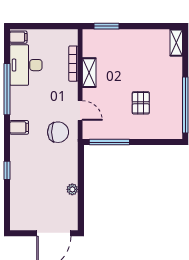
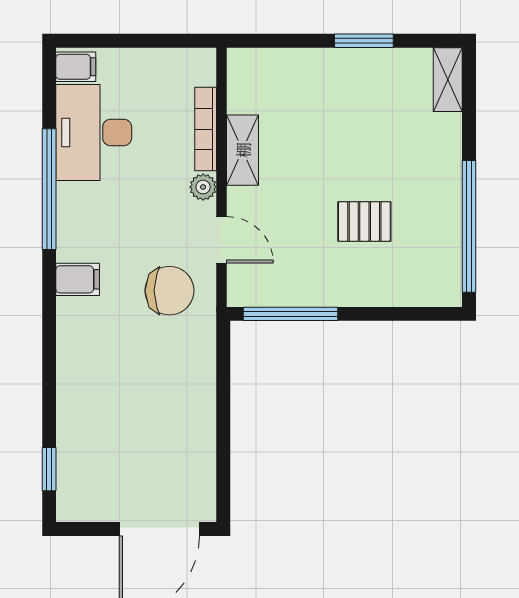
window: (107, 26) -> (364, 41), moved
pallet: (141, 103) -> (364, 222), turned 90
window: (7, 170) -> (49, 469), moved
plant: (72, 189) -> (203, 187), moved

